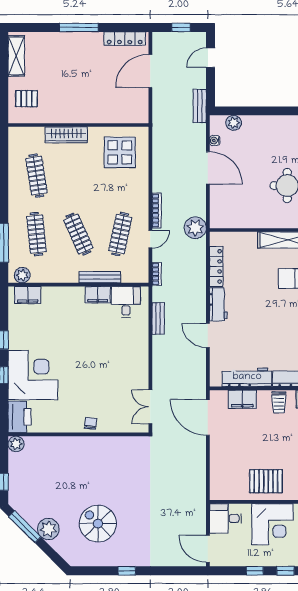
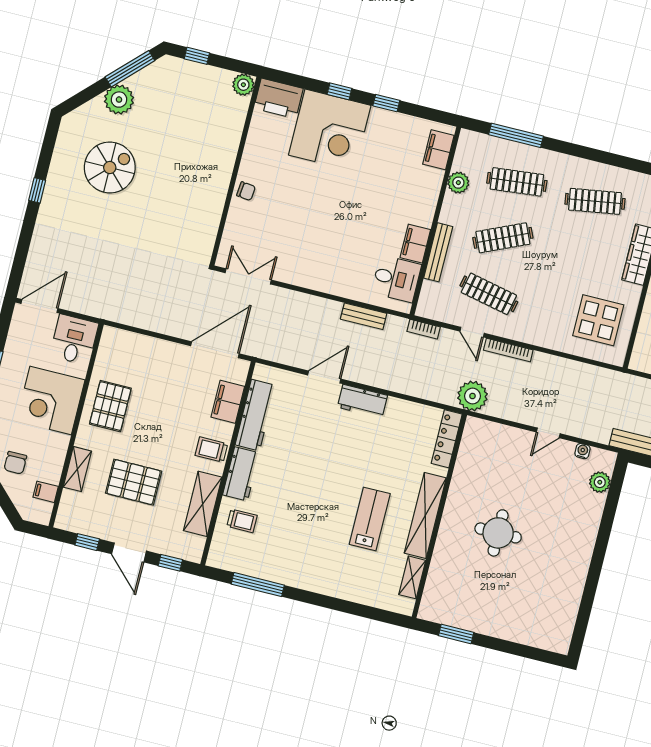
door: (208, 168) -> (548, 433), width x0.53
locker: (216, 266) -> (447, 439), moved, turned 90
plant: (22, 275) -> (458, 183), moved

